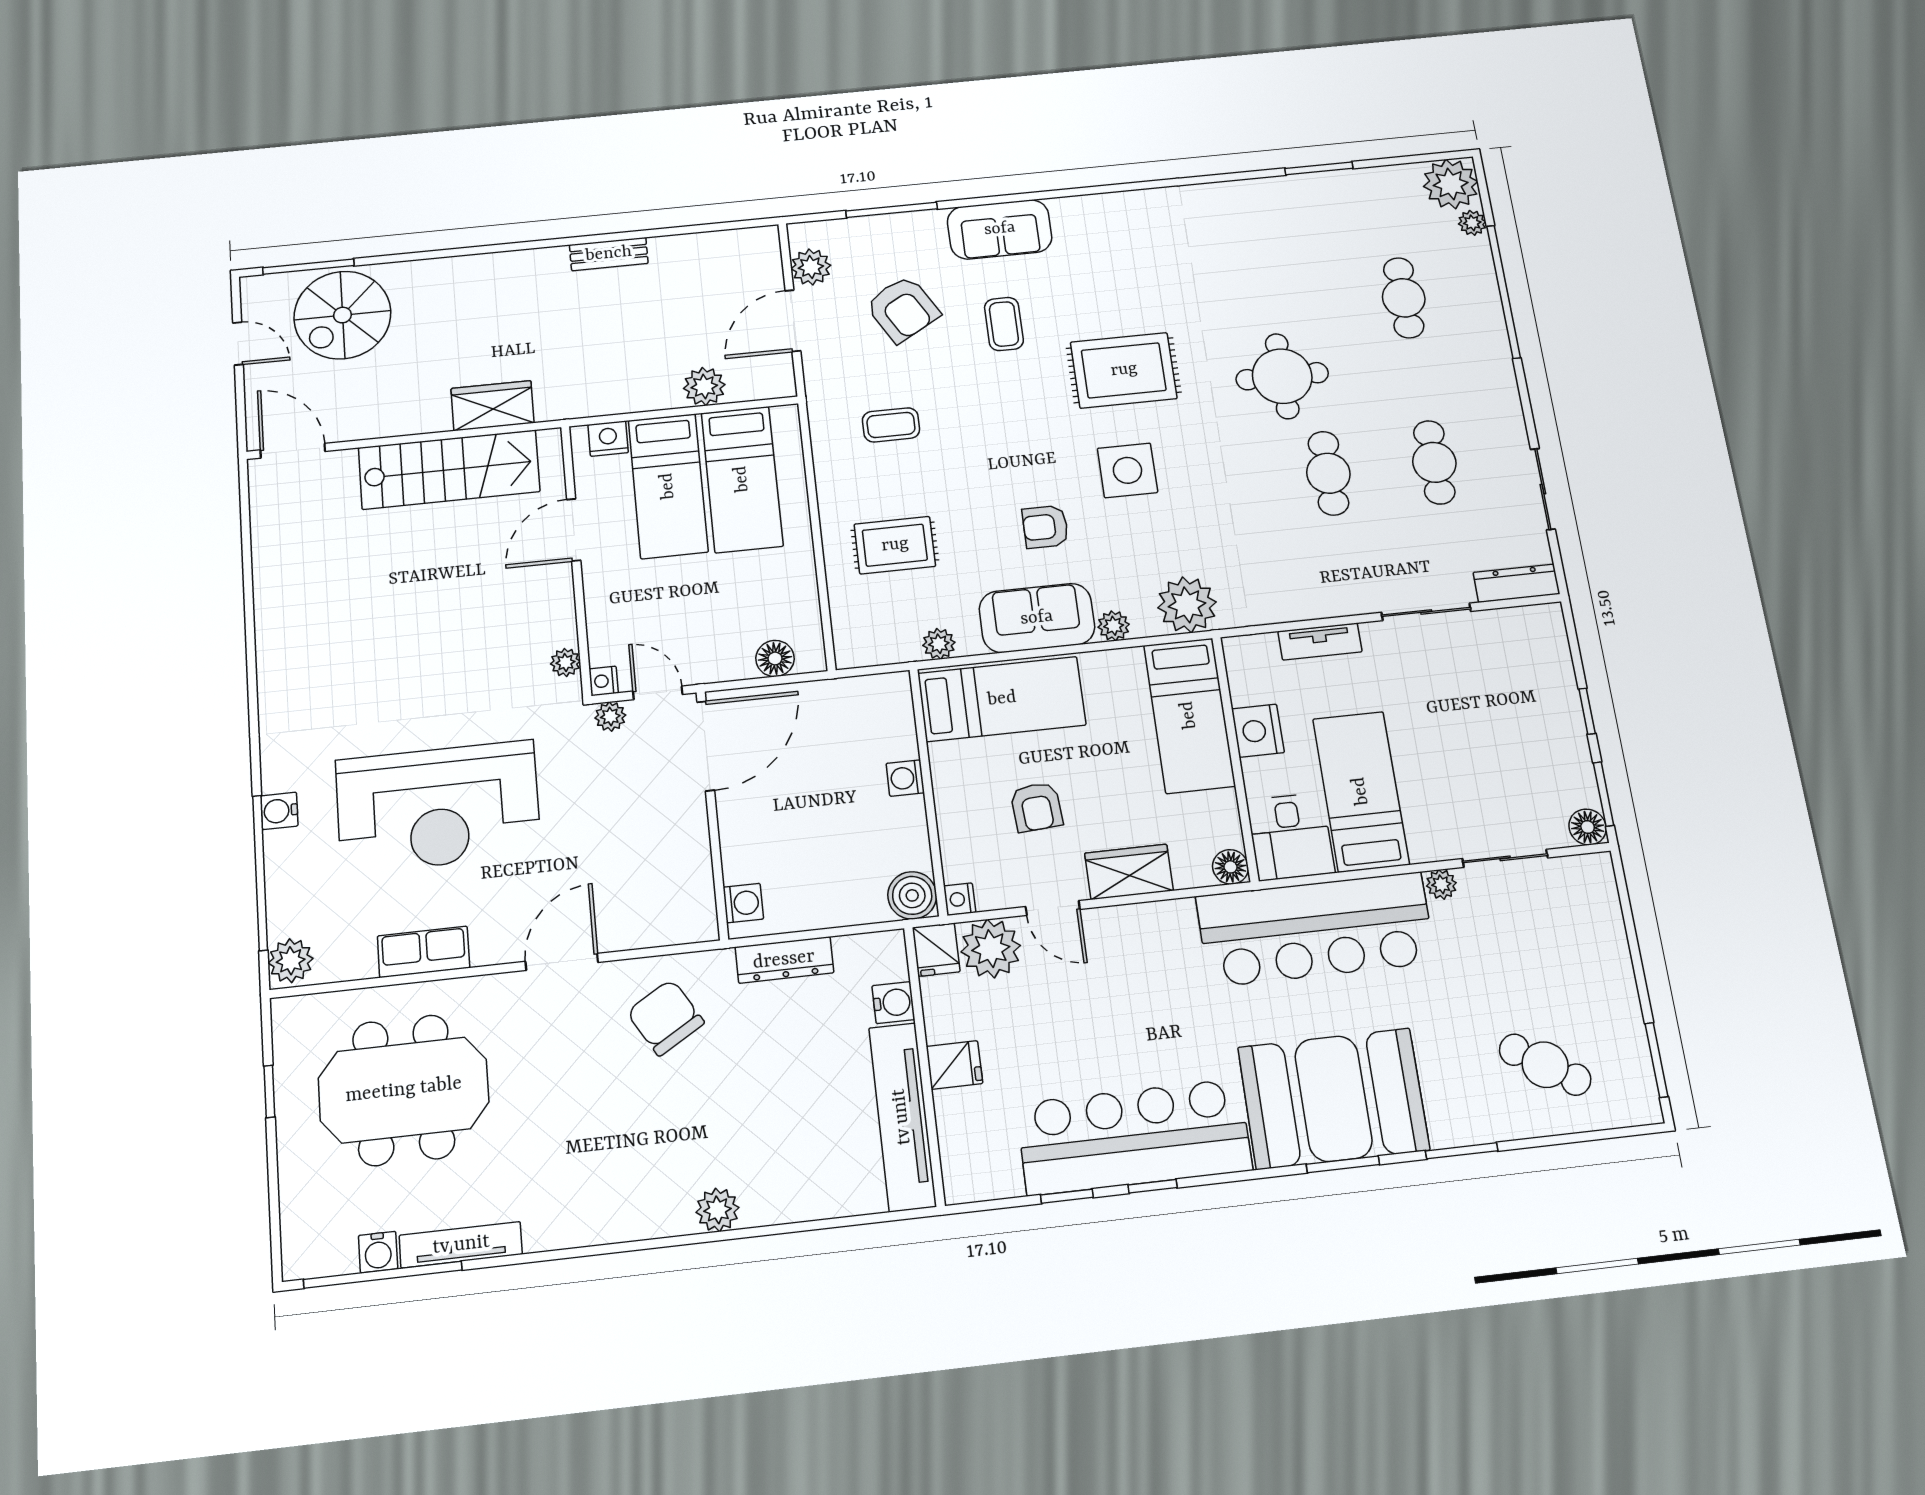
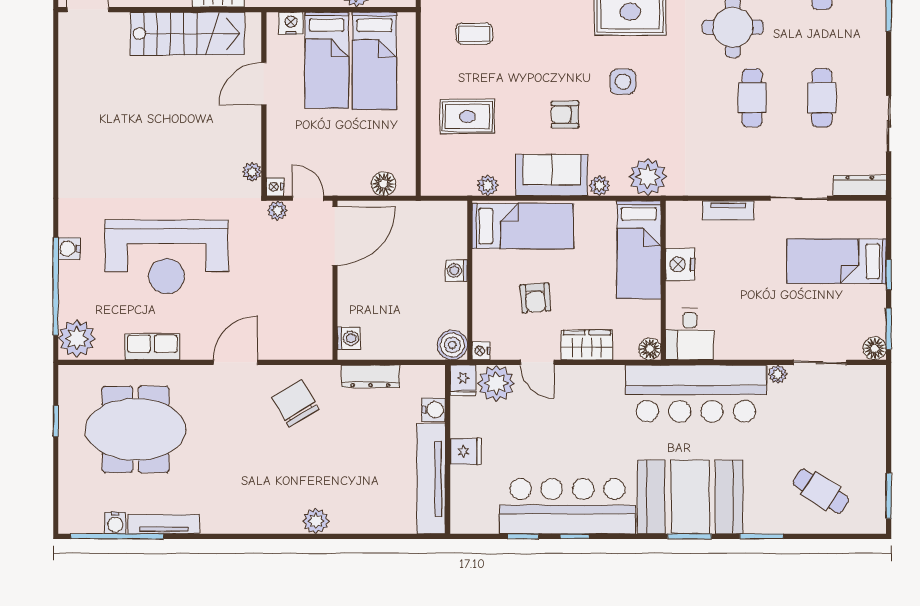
side table: (1127, 470) -> (623, 82), width x0.73, depth x0.73
bed: (1361, 791) -> (837, 261), moved, turned -90
plant: (291, 961) -> (77, 338), width x1.36, depth x1.36

